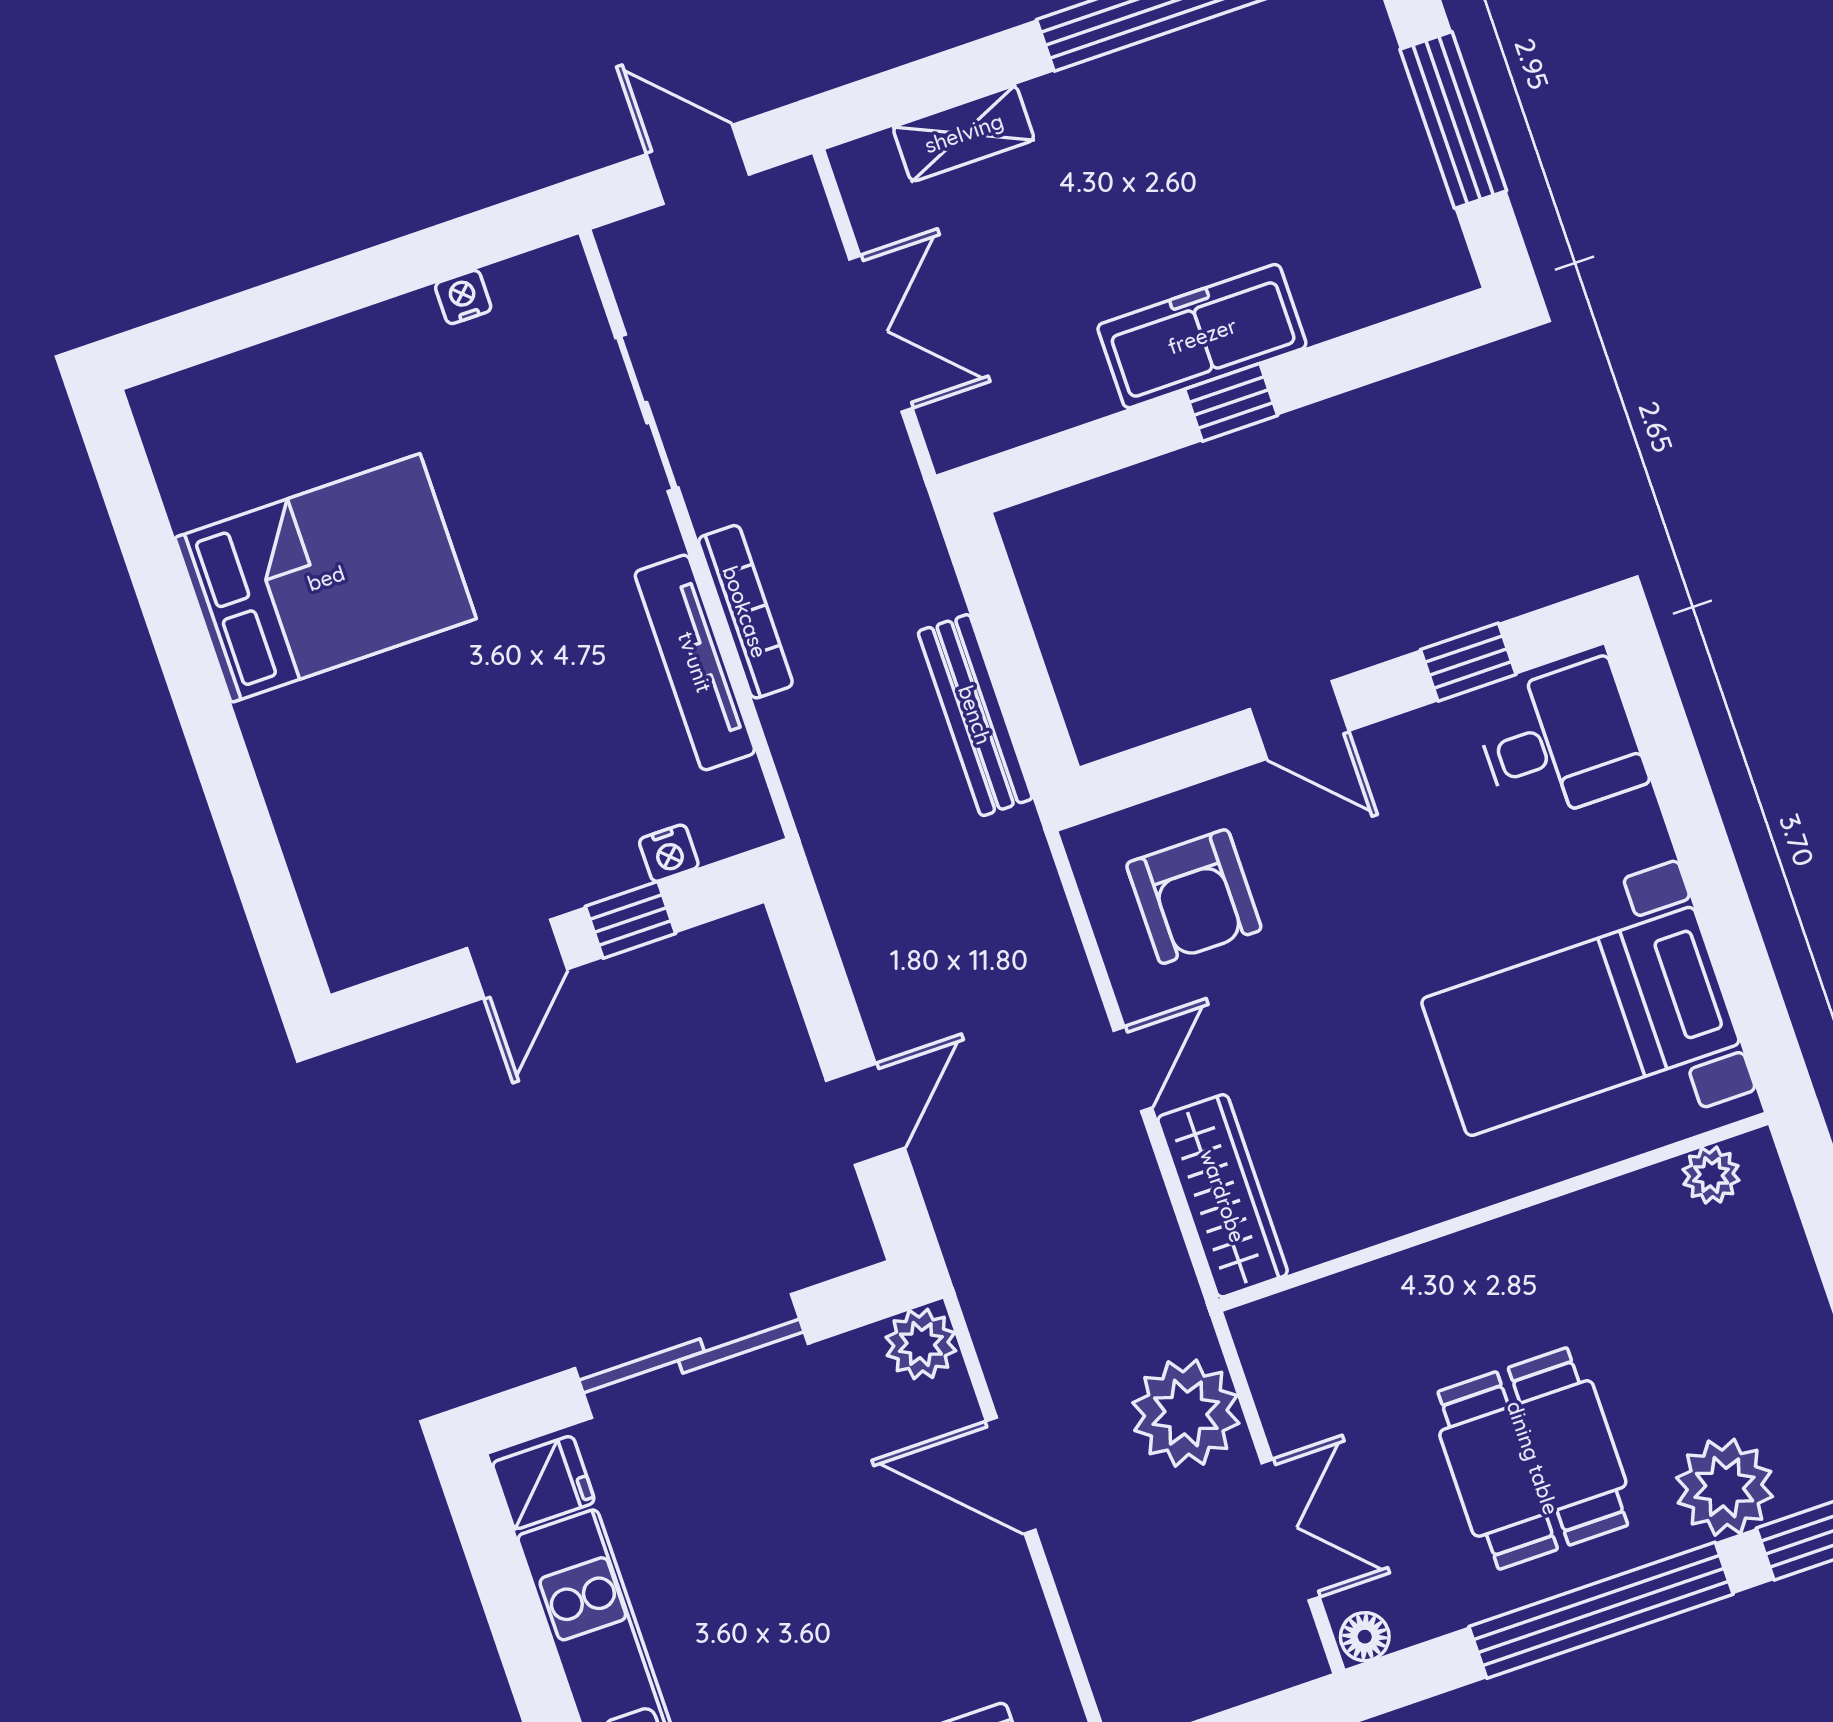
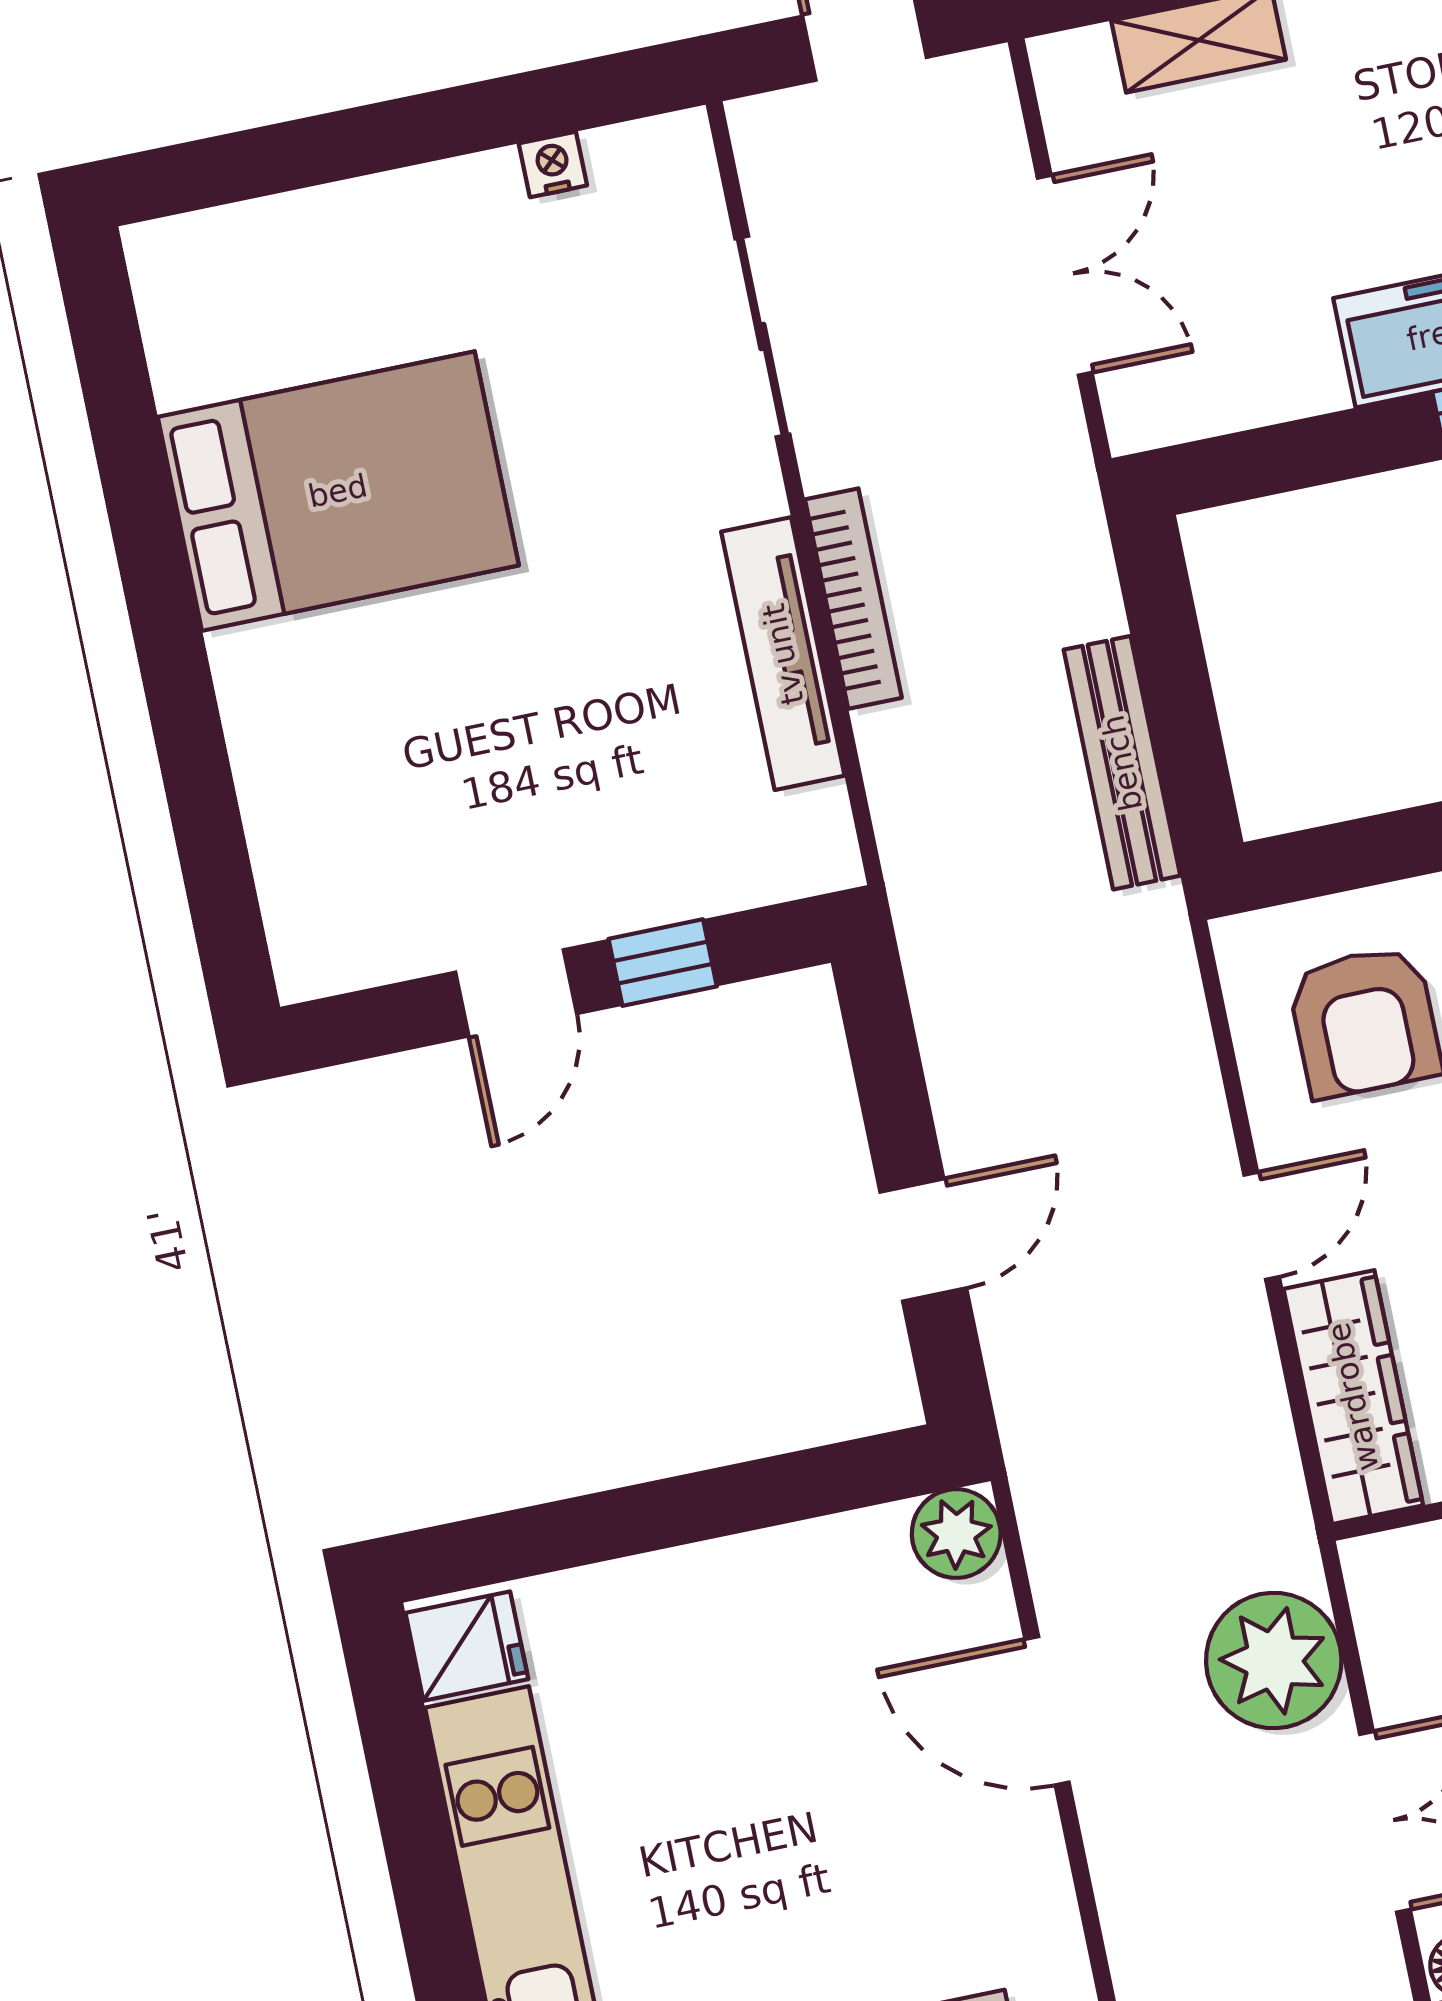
nightstand: (669, 853) -> (721, 886), removed
sliding door: (691, 1356) -> (670, 1512), removed

